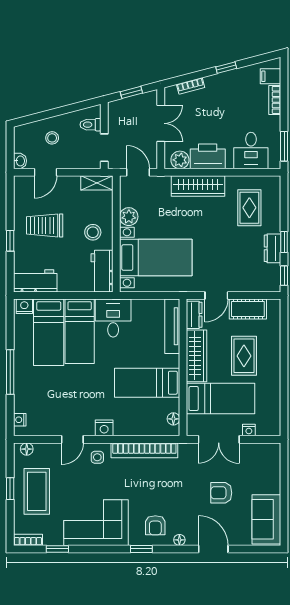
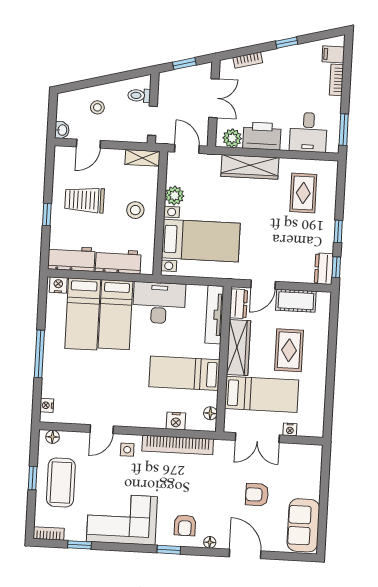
dresser: (272, 248) -> (324, 269), moved
workbench: (102, 271) -> (118, 261), moved, turned 90
desk: (113, 318) -> (159, 303), width x1.37
nightstand: (104, 428) -> (176, 421), moved

